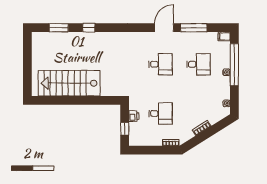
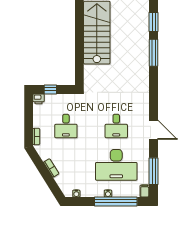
window: (89, 28) -> (154, 53), width x2.17
window: (194, 28) -> (154, 171), moved
desk: (198, 64) -> (116, 165), width x1.87, depth x1.30
printer: (134, 116) -> (39, 99), moved

